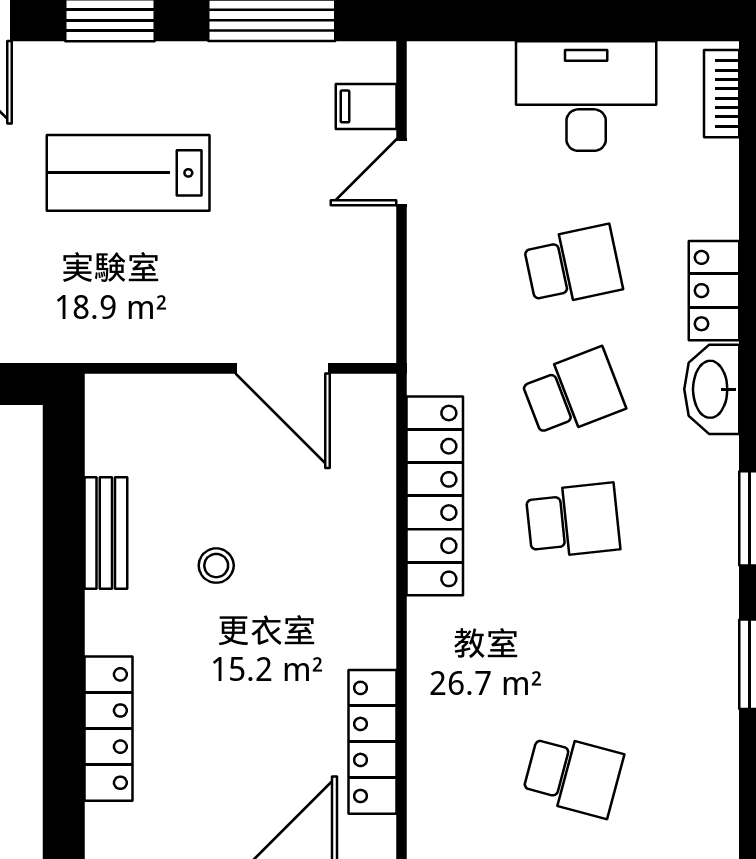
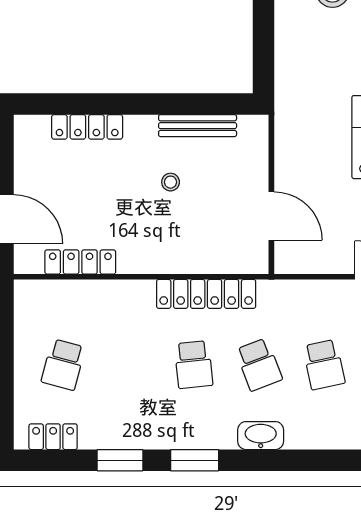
locker: (714, 291) -> (53, 437), moved
door: (283, 368) -> (271, 216), swing flipped
bench: (106, 533) -> (198, 126), width x1.36

